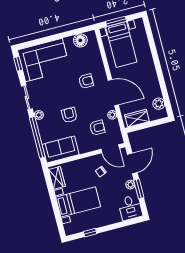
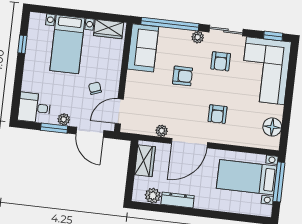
window: (116, 21) -> (279, 182), width x1.44
dresser: (155, 86) -> (178, 200), added
armchair: (97, 128) -> (221, 61), moved

